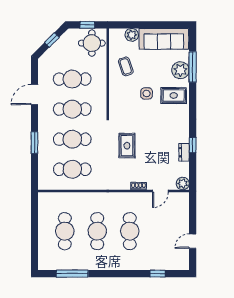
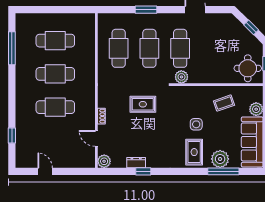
cafe table: (72, 79) -> (211, 48), removed
plant: (100, 108) -> (181, 77), added

